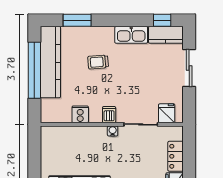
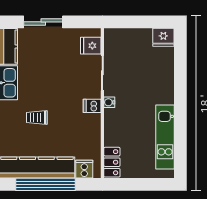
trolley: (98, 62) -> (37, 117), turned 95
cooker: (80, 114) -> (84, 169), moved, turned 90
locker: (176, 156) -> (112, 162), moved, turned -90

